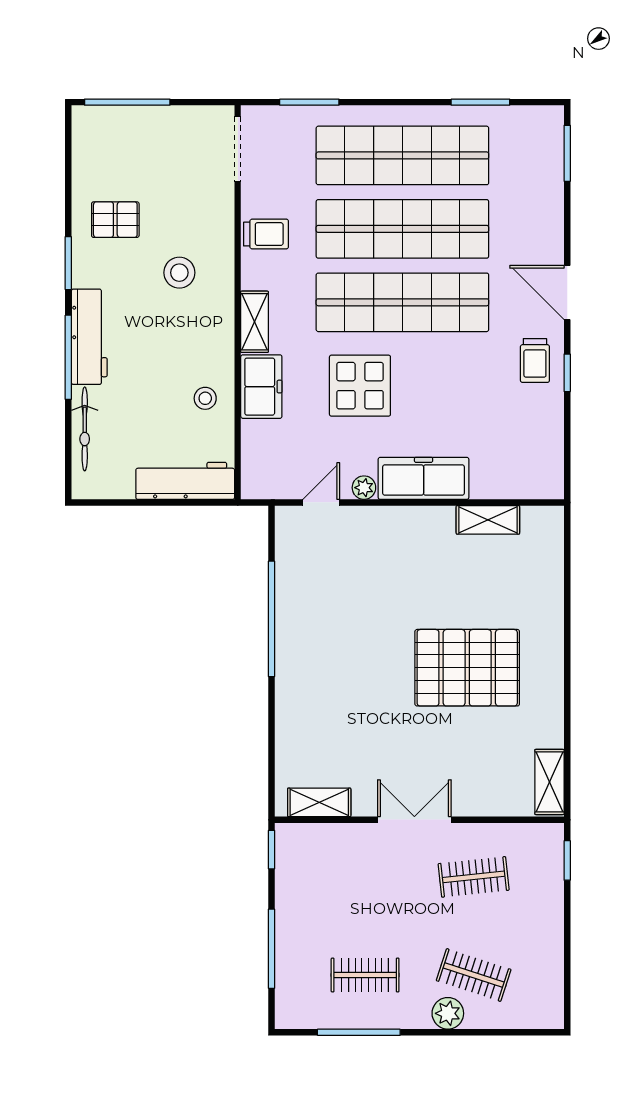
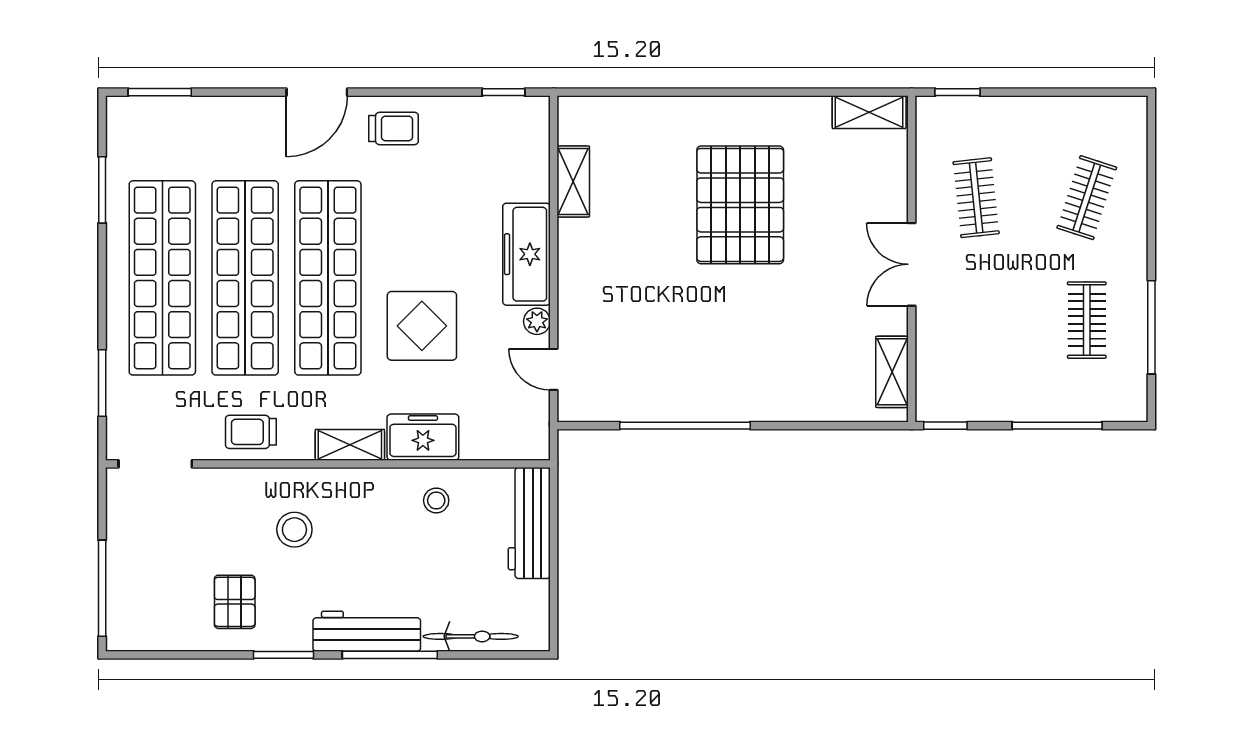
trolley: (266, 234) -> (251, 432), turned -90
window: (567, 373) -> (503, 92), moved
plant: (448, 1013) -> (1130, 227), removed

